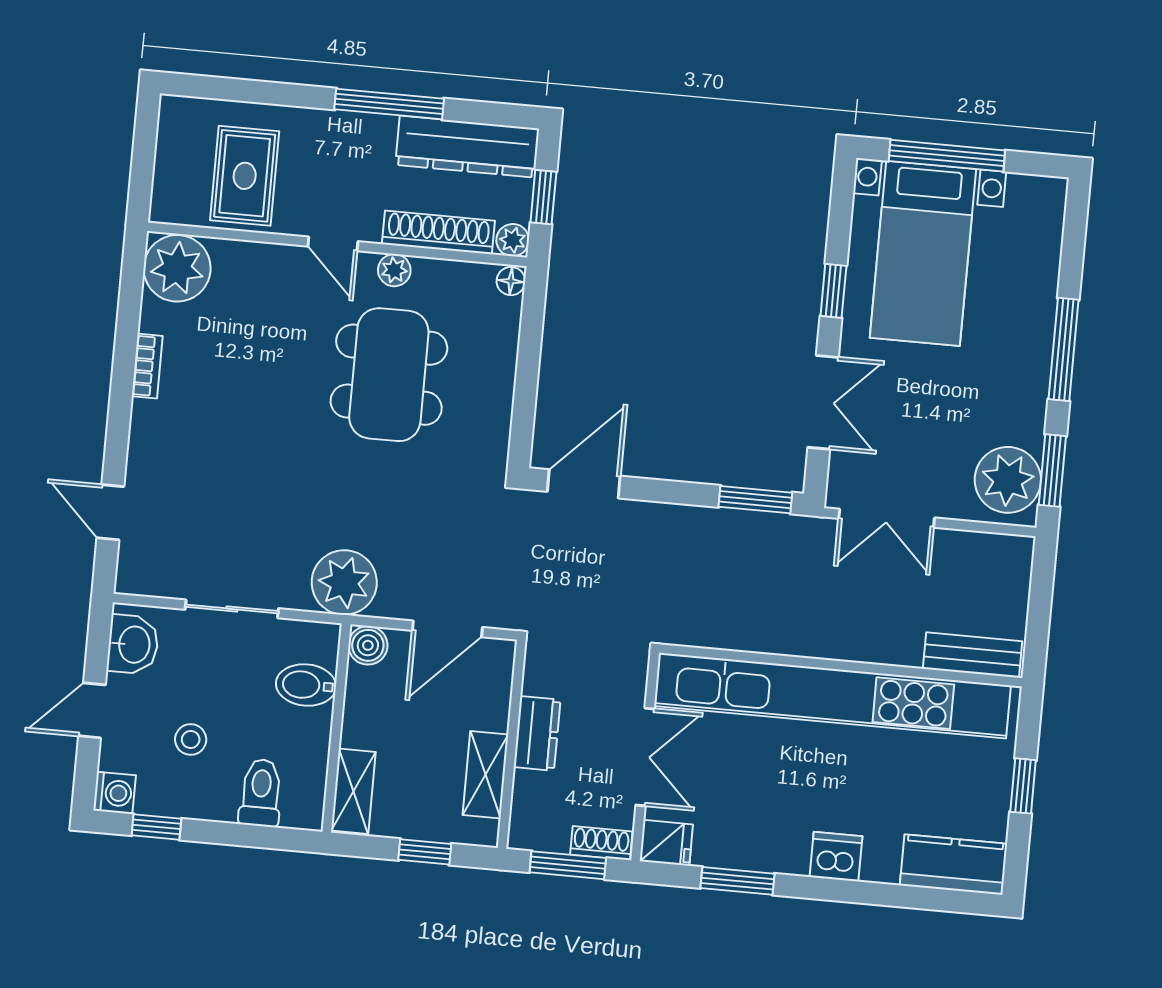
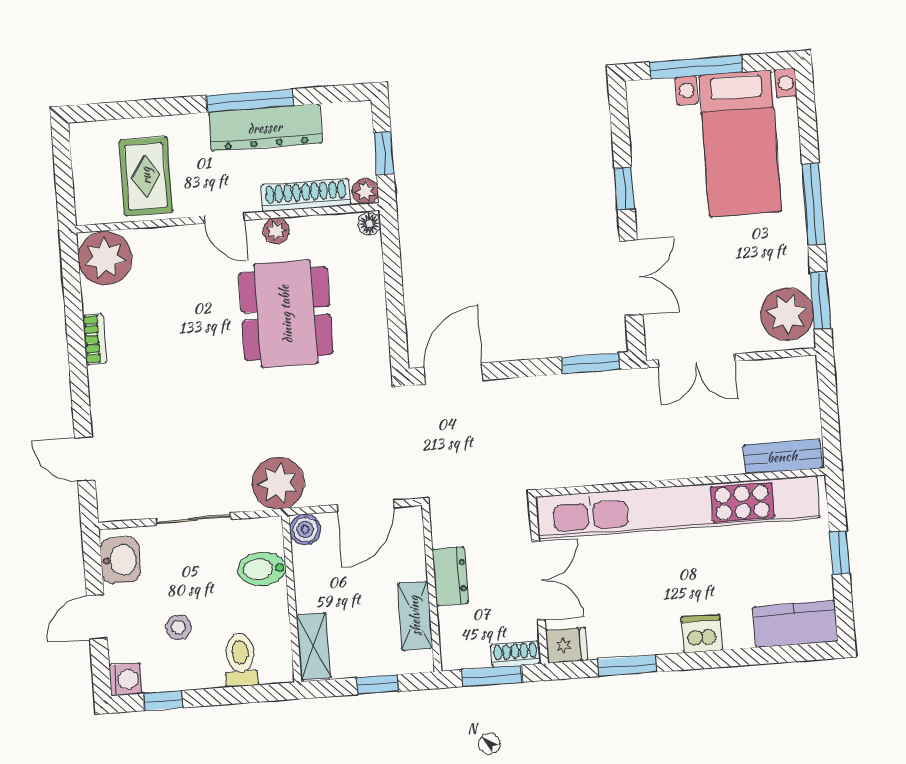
dresser: (467, 147) -> (265, 128), moved
bed with nightstands: (923, 253) -> (740, 143), moved

